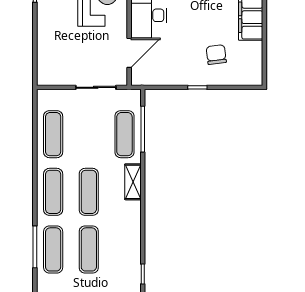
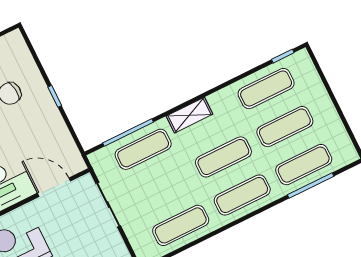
exercise mat: (124, 249) -> (266, 89), added

